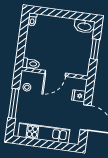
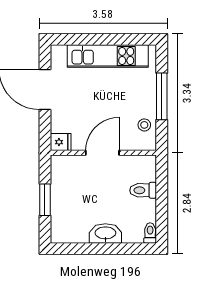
washbasin: (84, 26) -> (105, 233), moved
toilet: (31, 64) -> (143, 190), moved
fridge: (79, 96) -> (61, 142), moved

